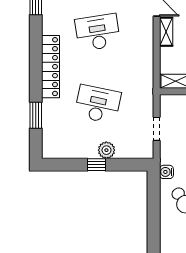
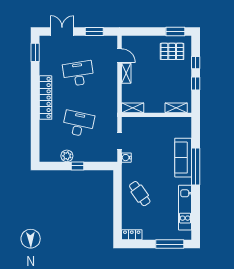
window: (36, 115) -> (35, 132), removed
plant: (106, 150) -> (67, 156), moved
water cooler: (166, 172) -> (126, 158), moved

